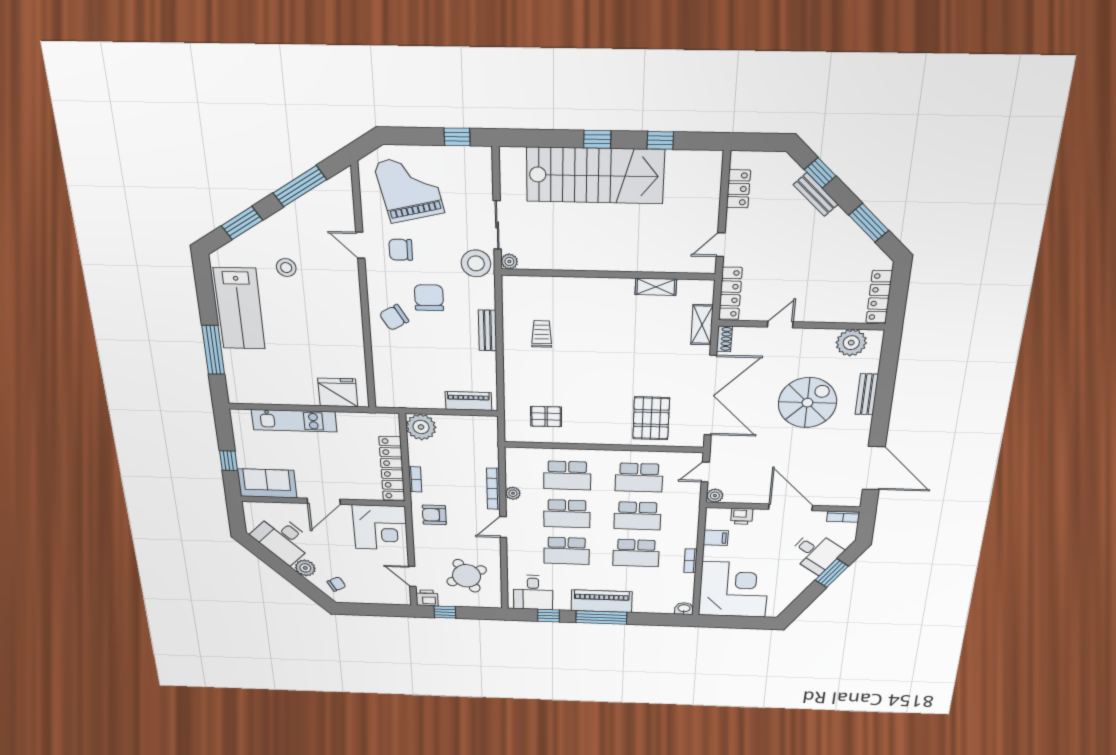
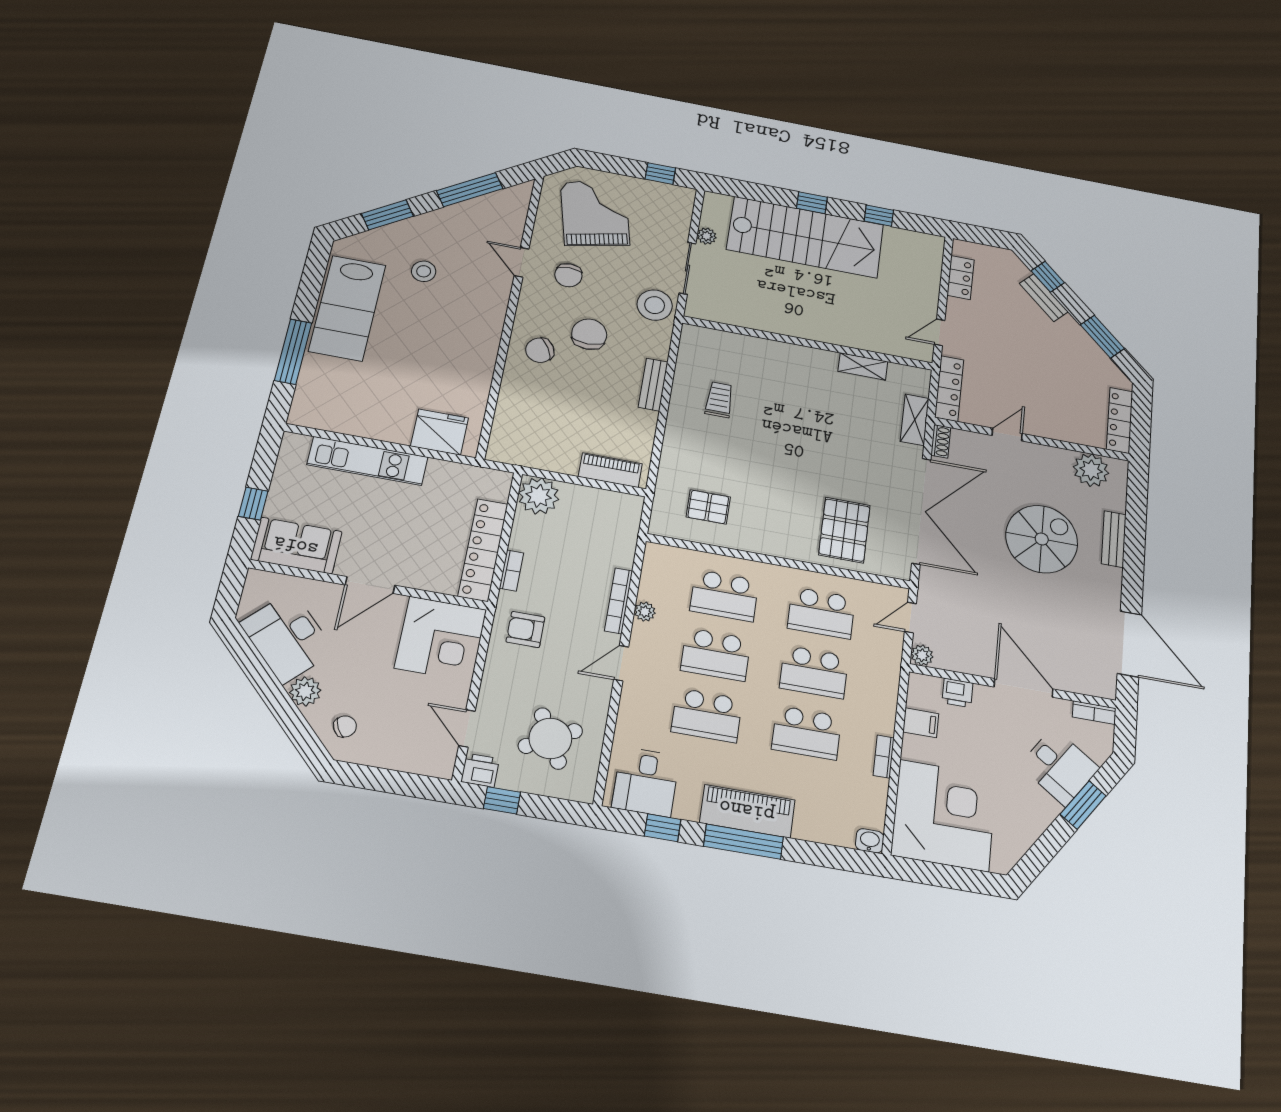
chair: (401, 250) -> (568, 275), turned -90
plant: (509, 261) -> (707, 236), moved

